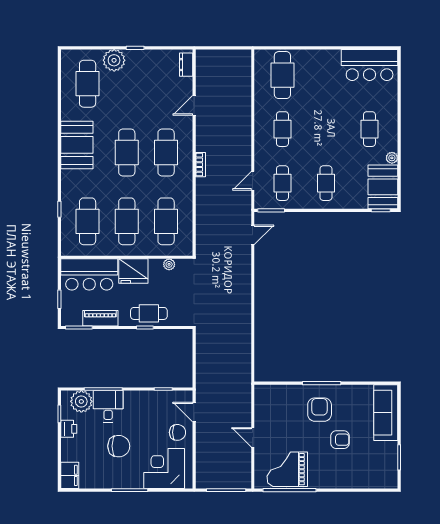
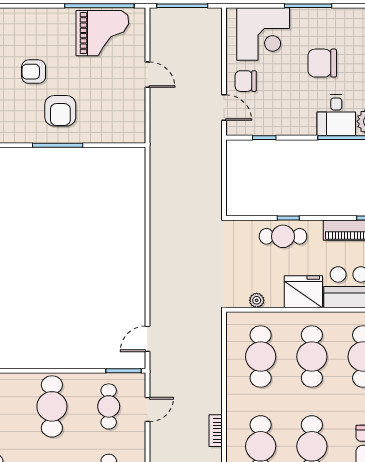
cafe table: (326, 183) -> (52, 406), width x1.37, depth x1.35

